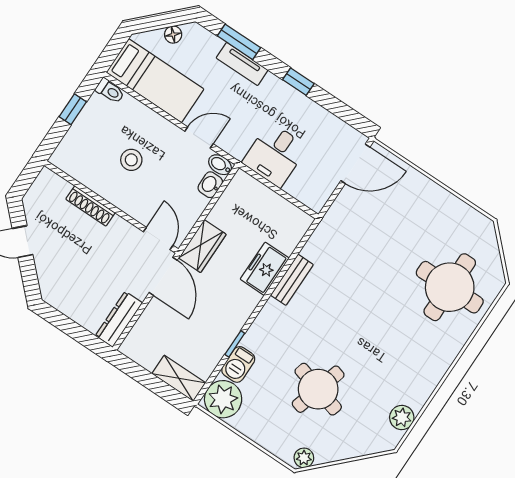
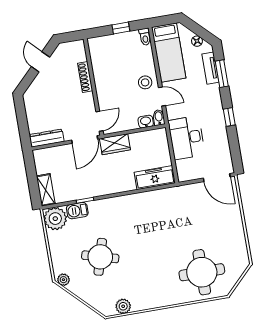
tv unit: (242, 64) -> (210, 68), moved
desk: (275, 155) -> (187, 138), width x1.37
stool: (131, 160) -> (145, 82), moved
freezer: (265, 269) -> (155, 178), moved, width x1.40
bench: (292, 280) -> (138, 199), removed

